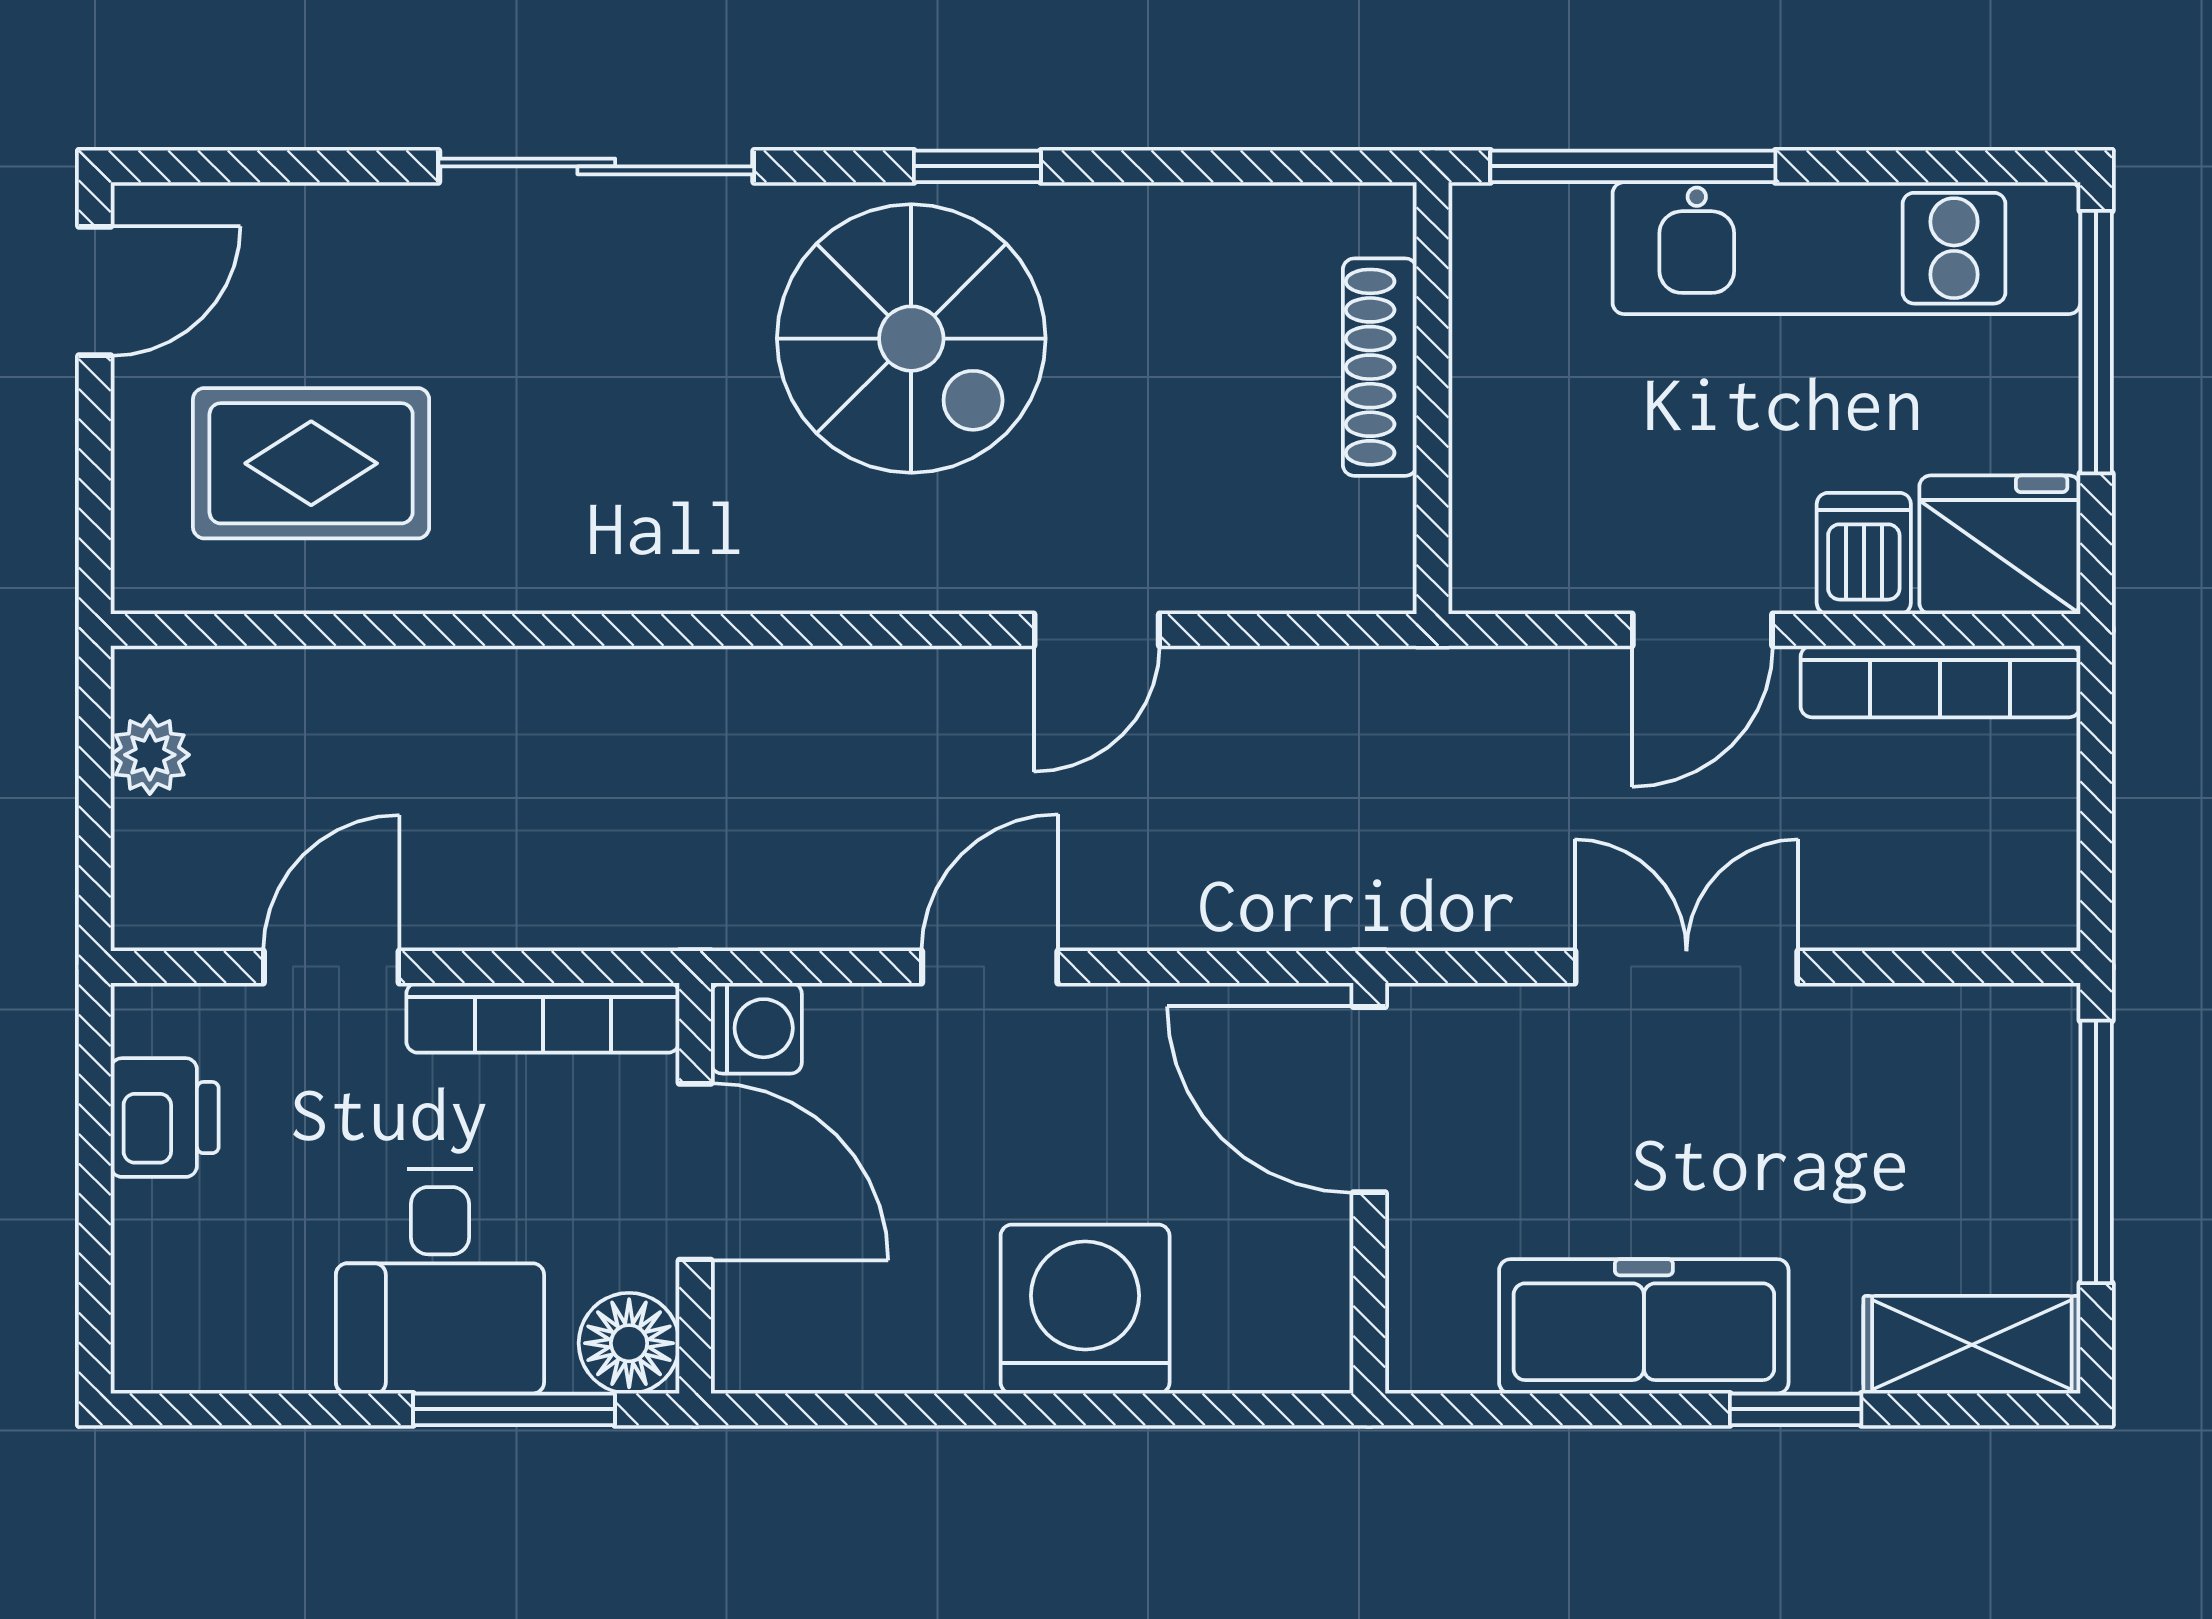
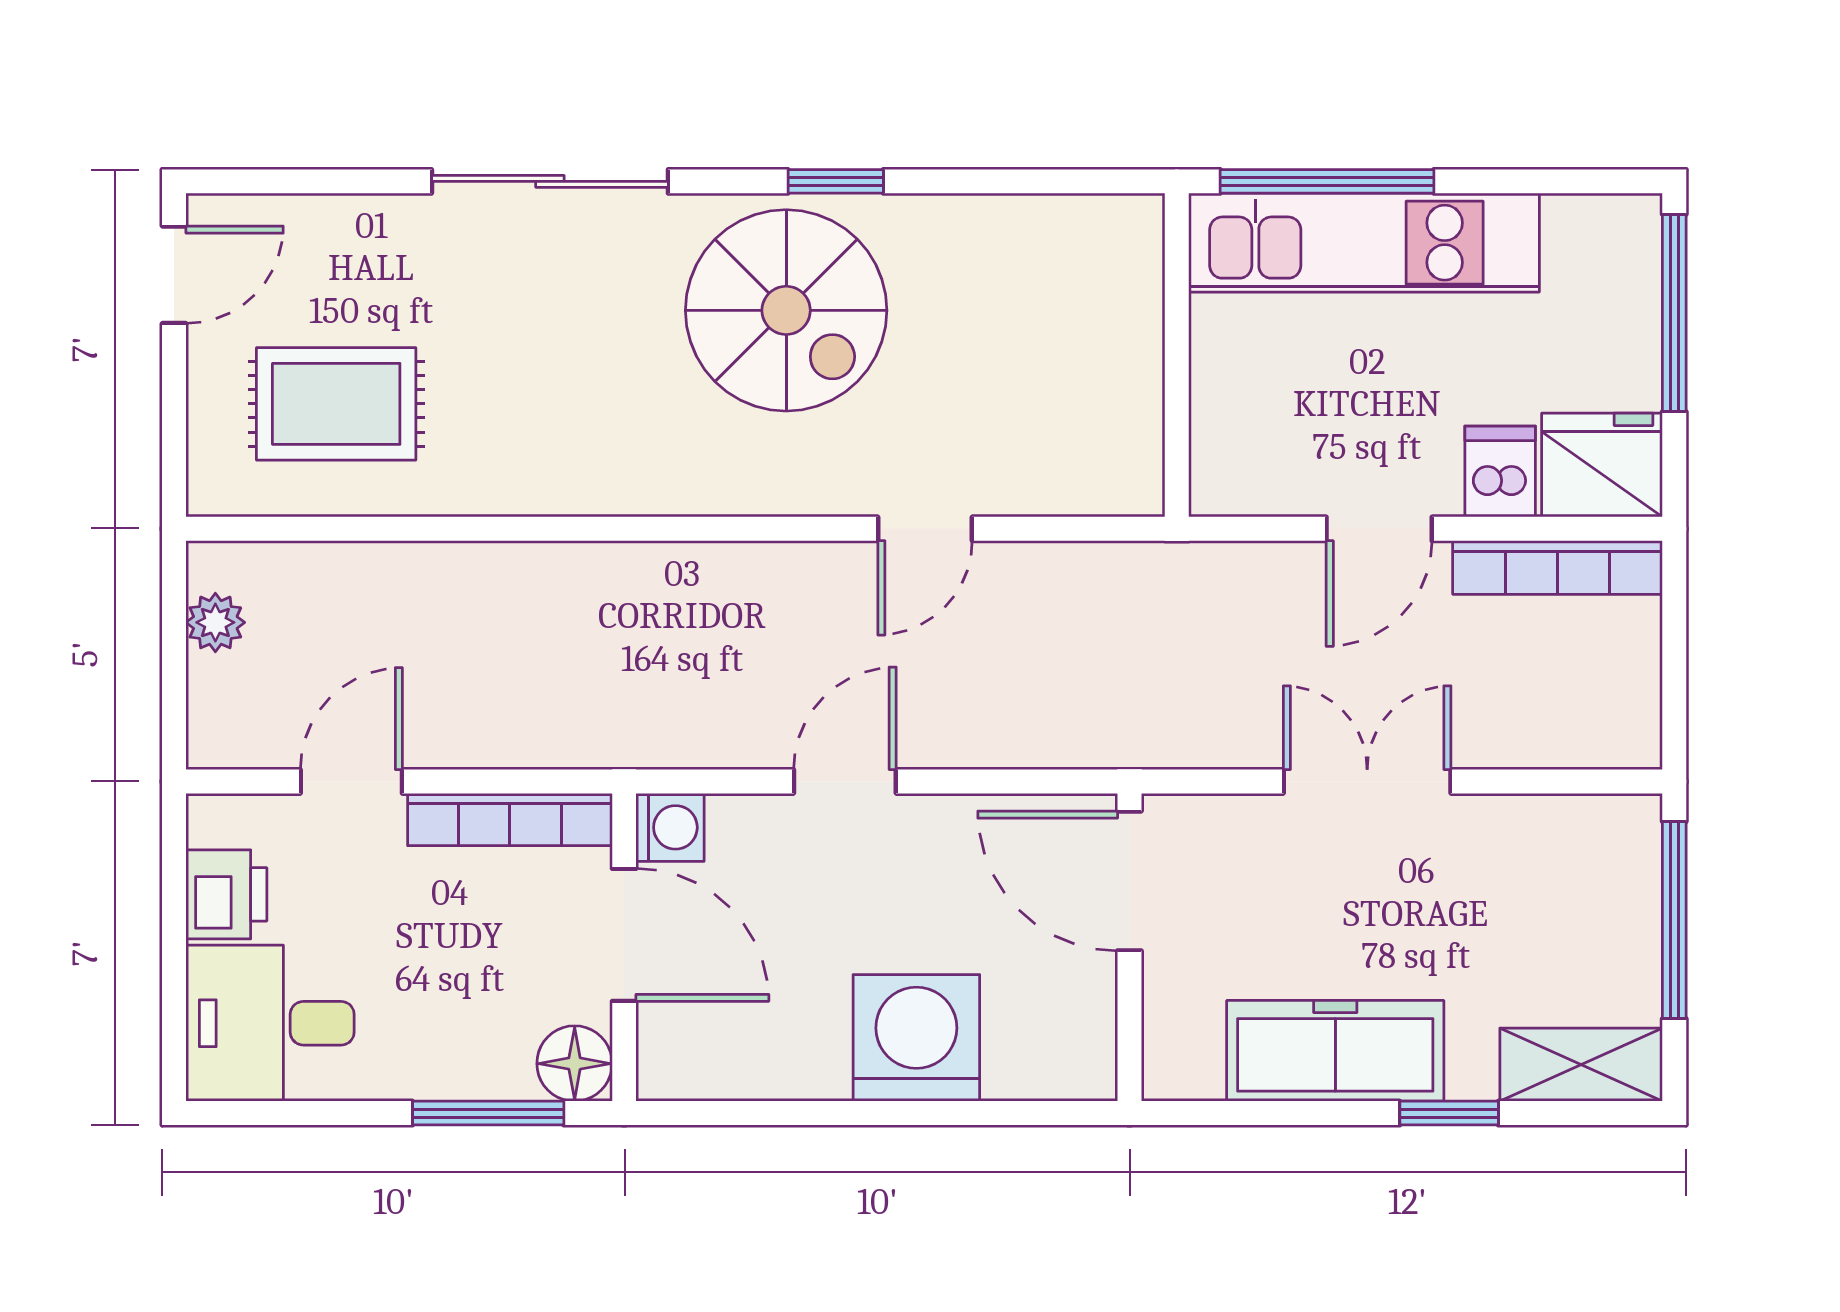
kitchen unit: (1846, 248) -> (1364, 243), moved
shoe rack: (1380, 367) -> (1137, 332), removed
desk: (440, 1281) -> (270, 1023), moved, turned 90

